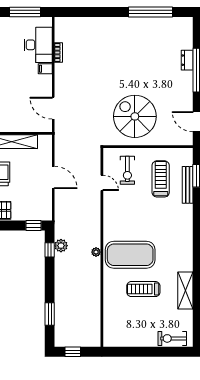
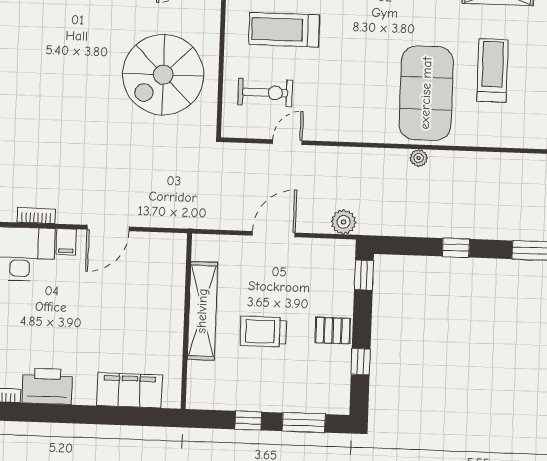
door: (53, 108) -> (108, 228), moved
plant: (61, 246) -> (344, 222), moved
window: (50, 250) -> (456, 248), moved
treadmill: (143, 289) -> (492, 70), turned 180

